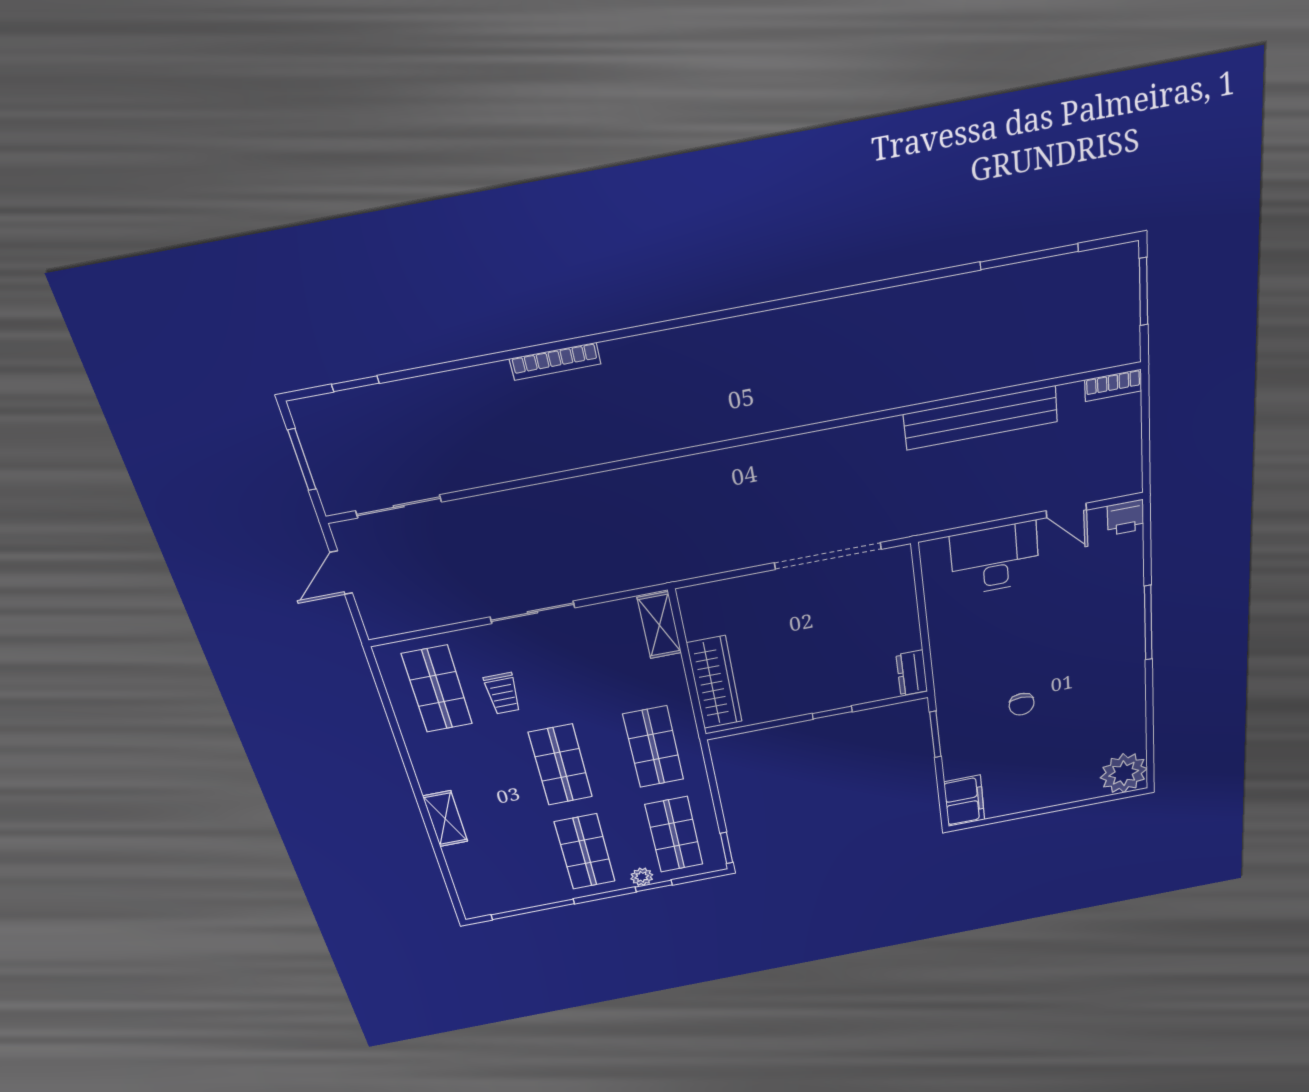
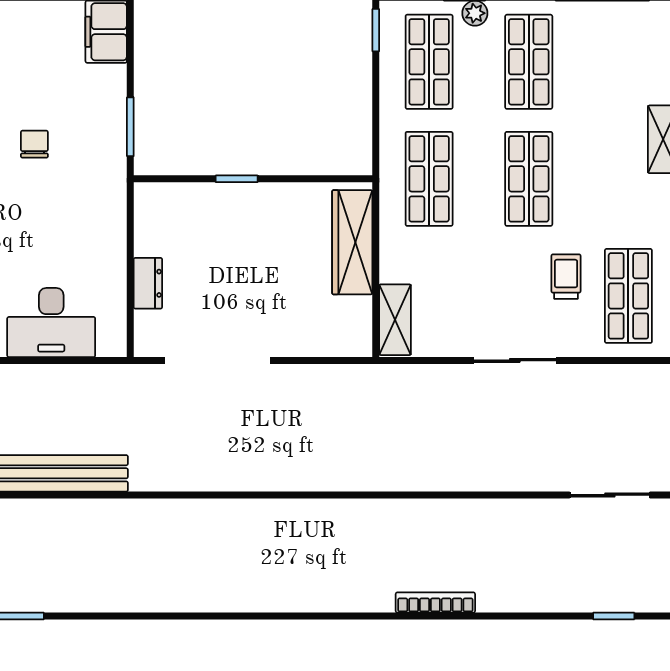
dresser: (912, 673) -> (148, 283), moved

